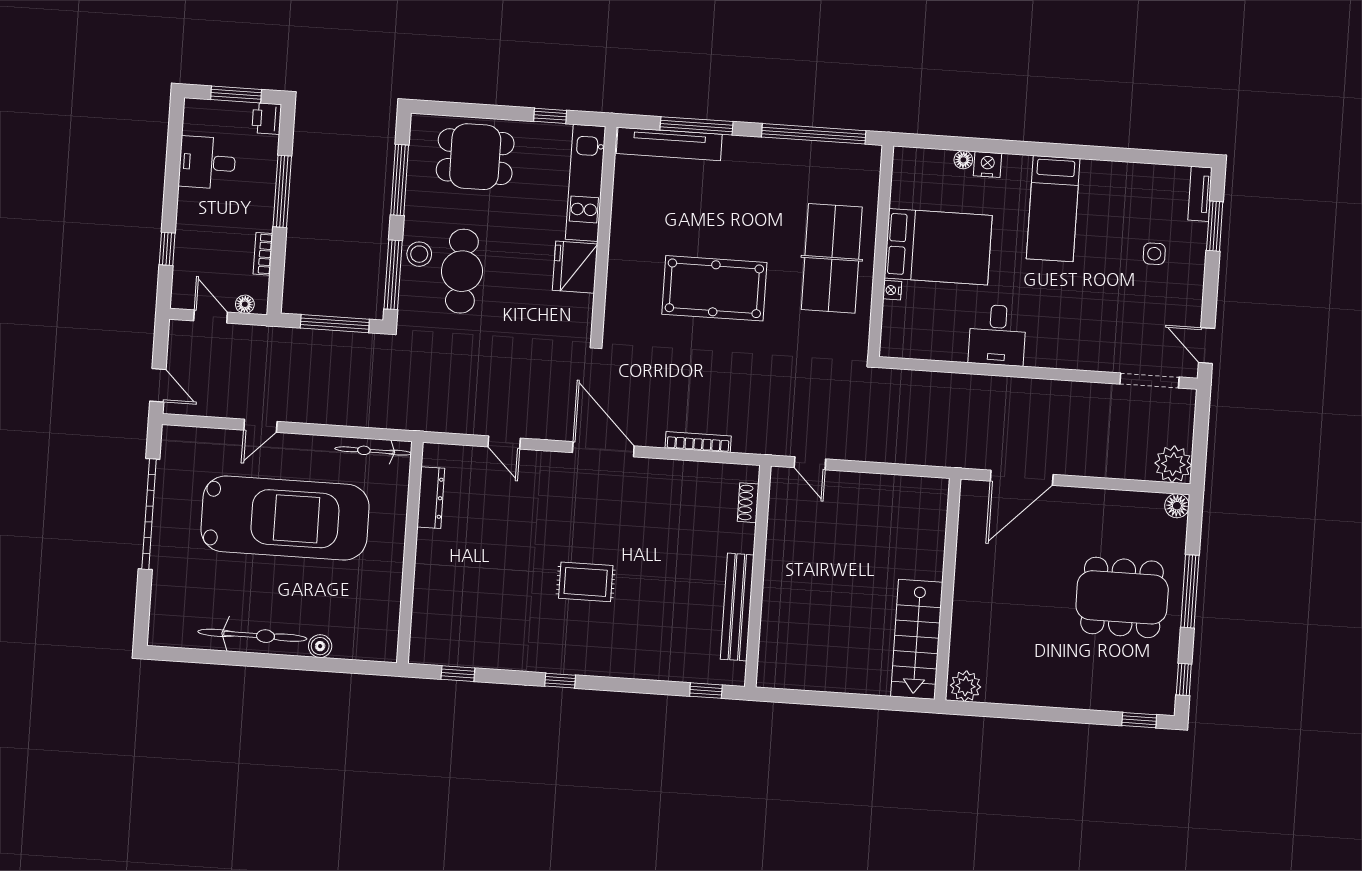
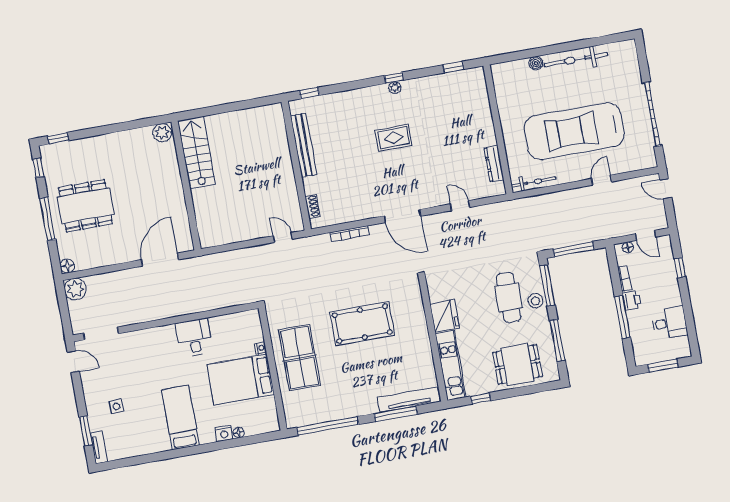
printer: (267, 118) -> (632, 300), moved
plant: (563, 664) -> (395, 88), added

